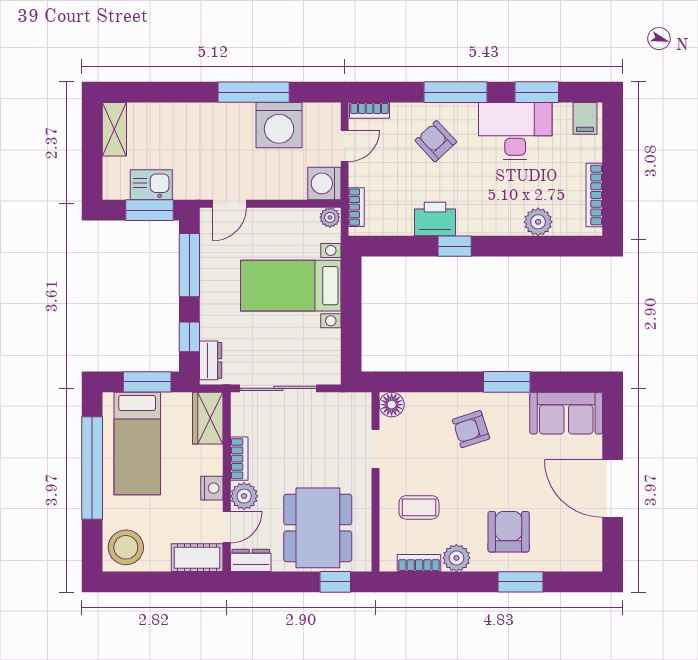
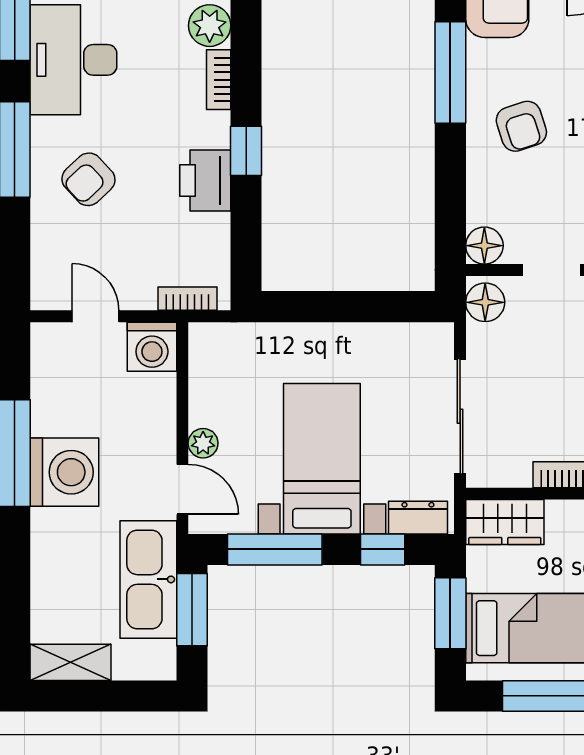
bookcase: (369, 110) -> (219, 80), moved, turned 180
washing machine: (279, 125) -> (64, 472), moved
kitchen sink: (151, 185) -> (148, 579), width x1.88, depth x1.24
plant: (330, 217) -> (203, 443), moved
bed with nightstands: (291, 286) -> (322, 459), moved, turned 180
window: (507, 382) -> (450, 73), width x1.44
floor lamp: (354, 405) -> (485, 302), added

